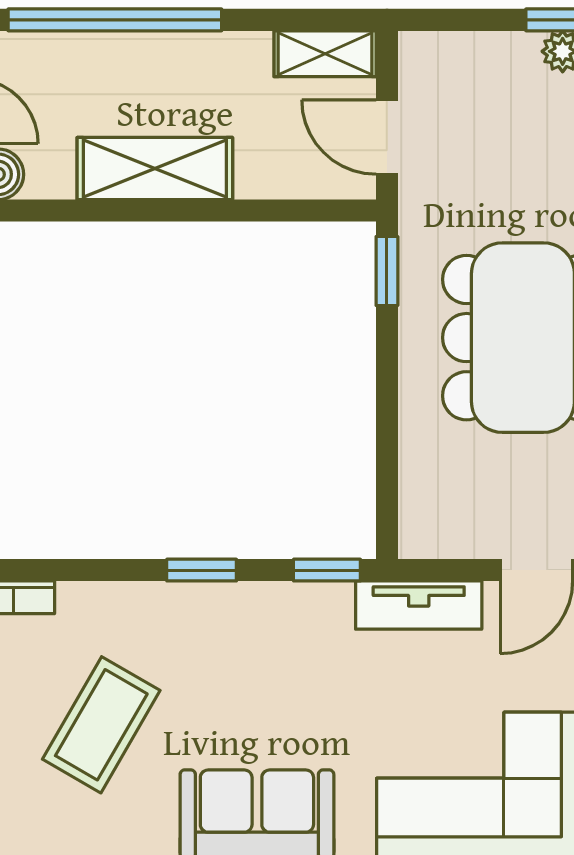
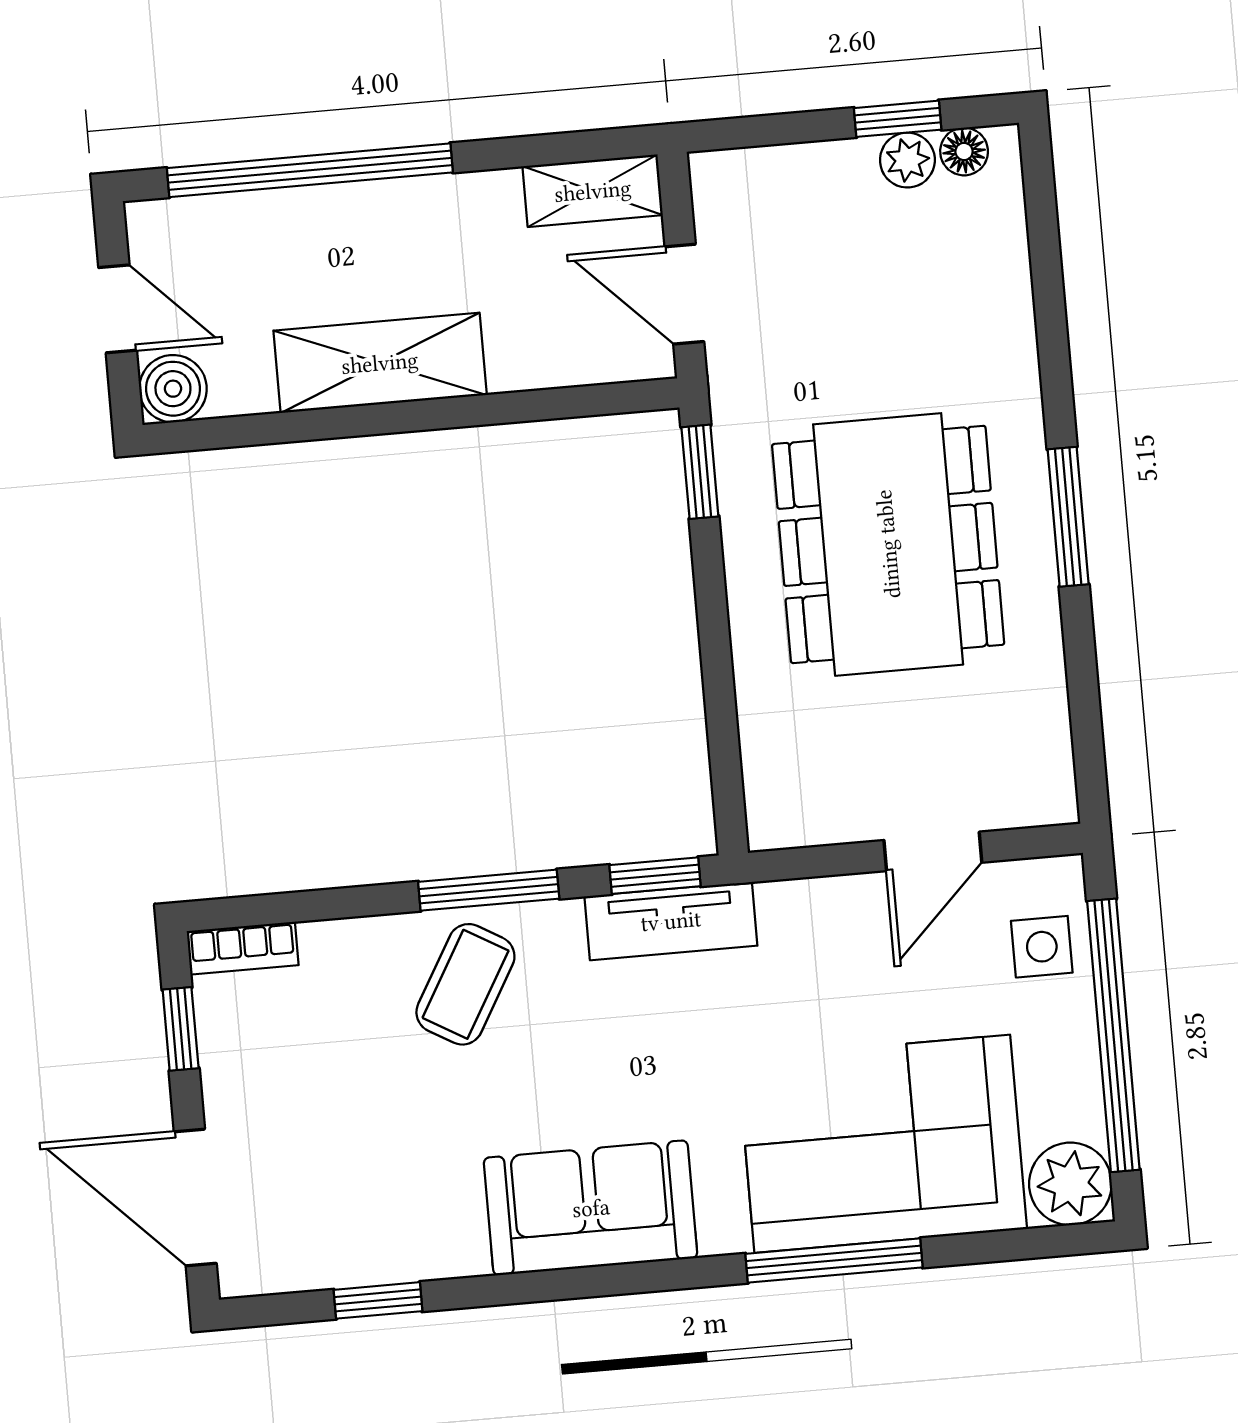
window: (202, 570) -> (489, 890), width x1.50
tv unit: (419, 605) -> (671, 921), moved
coffee table: (101, 725) -> (465, 984), moved, width x0.73, depth x0.77

